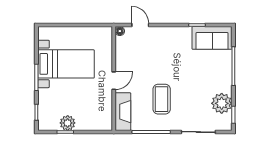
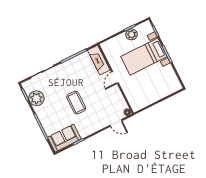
bed with nightstands: (66, 64) -> (144, 57), moved
coffee table: (162, 99) -> (76, 103), moved

